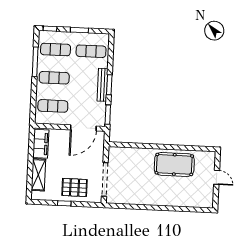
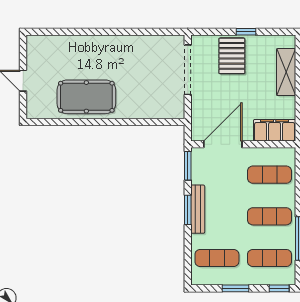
filing cabinet: (41, 144) -> (275, 130), moved, turned 90
pallet: (75, 187) -> (232, 56), turned 90

